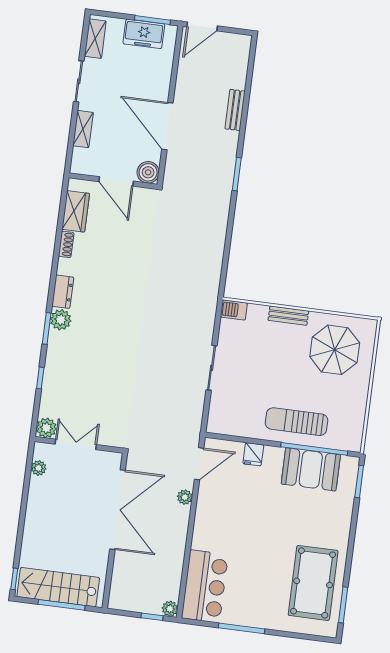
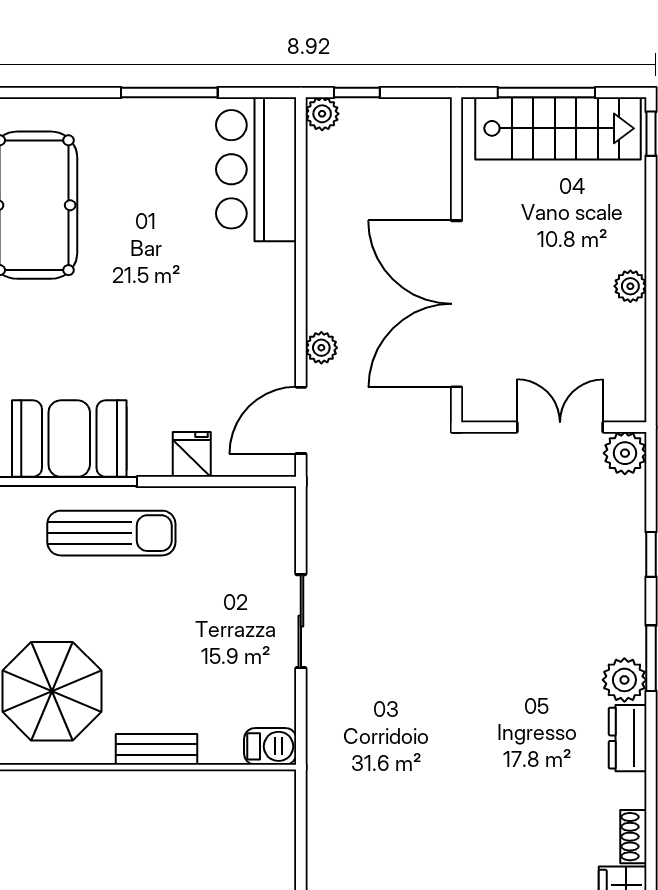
double door: (76, 444) -> (560, 427), swing flipped
plant: (39, 468) -> (630, 286), moved

